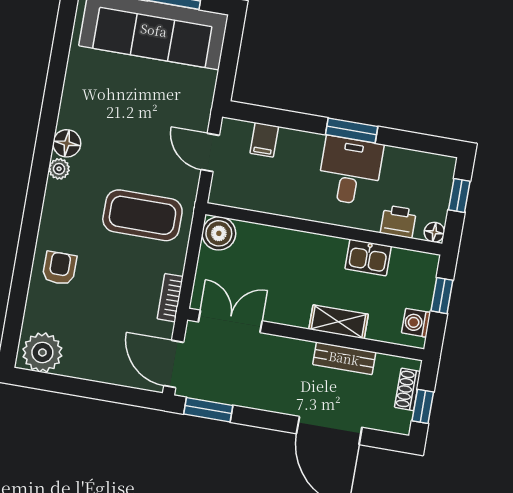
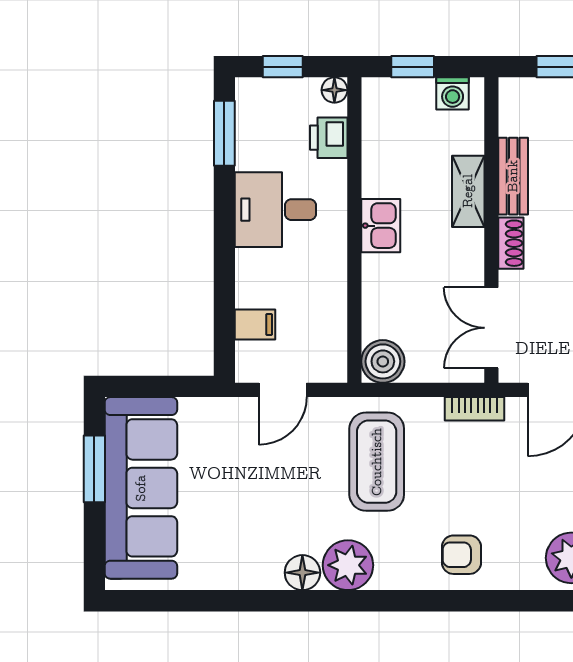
window: (352, 131) -> (224, 133), moved
plant: (59, 169) -> (348, 565), width x1.87, depth x1.87
kitchen sink: (368, 257) -> (381, 226), moved
shoe rack: (407, 389) -> (511, 243), moved, turned -90

